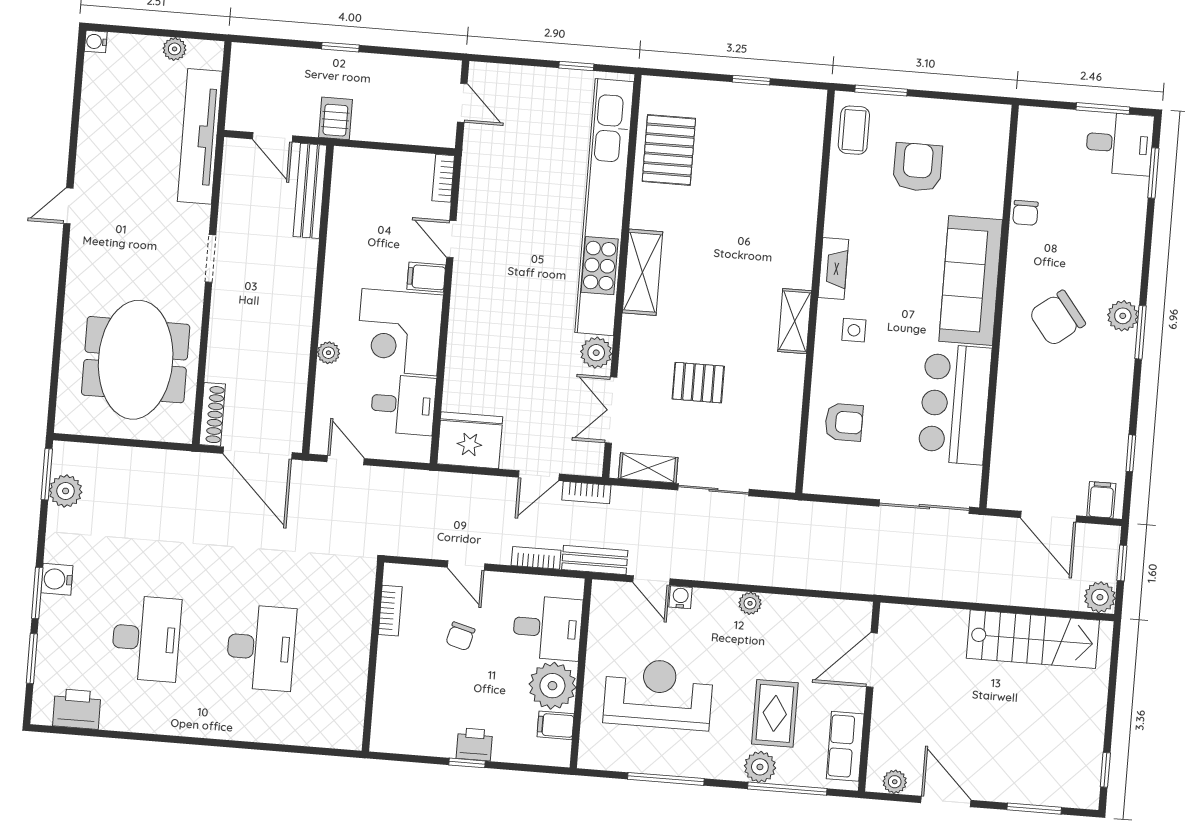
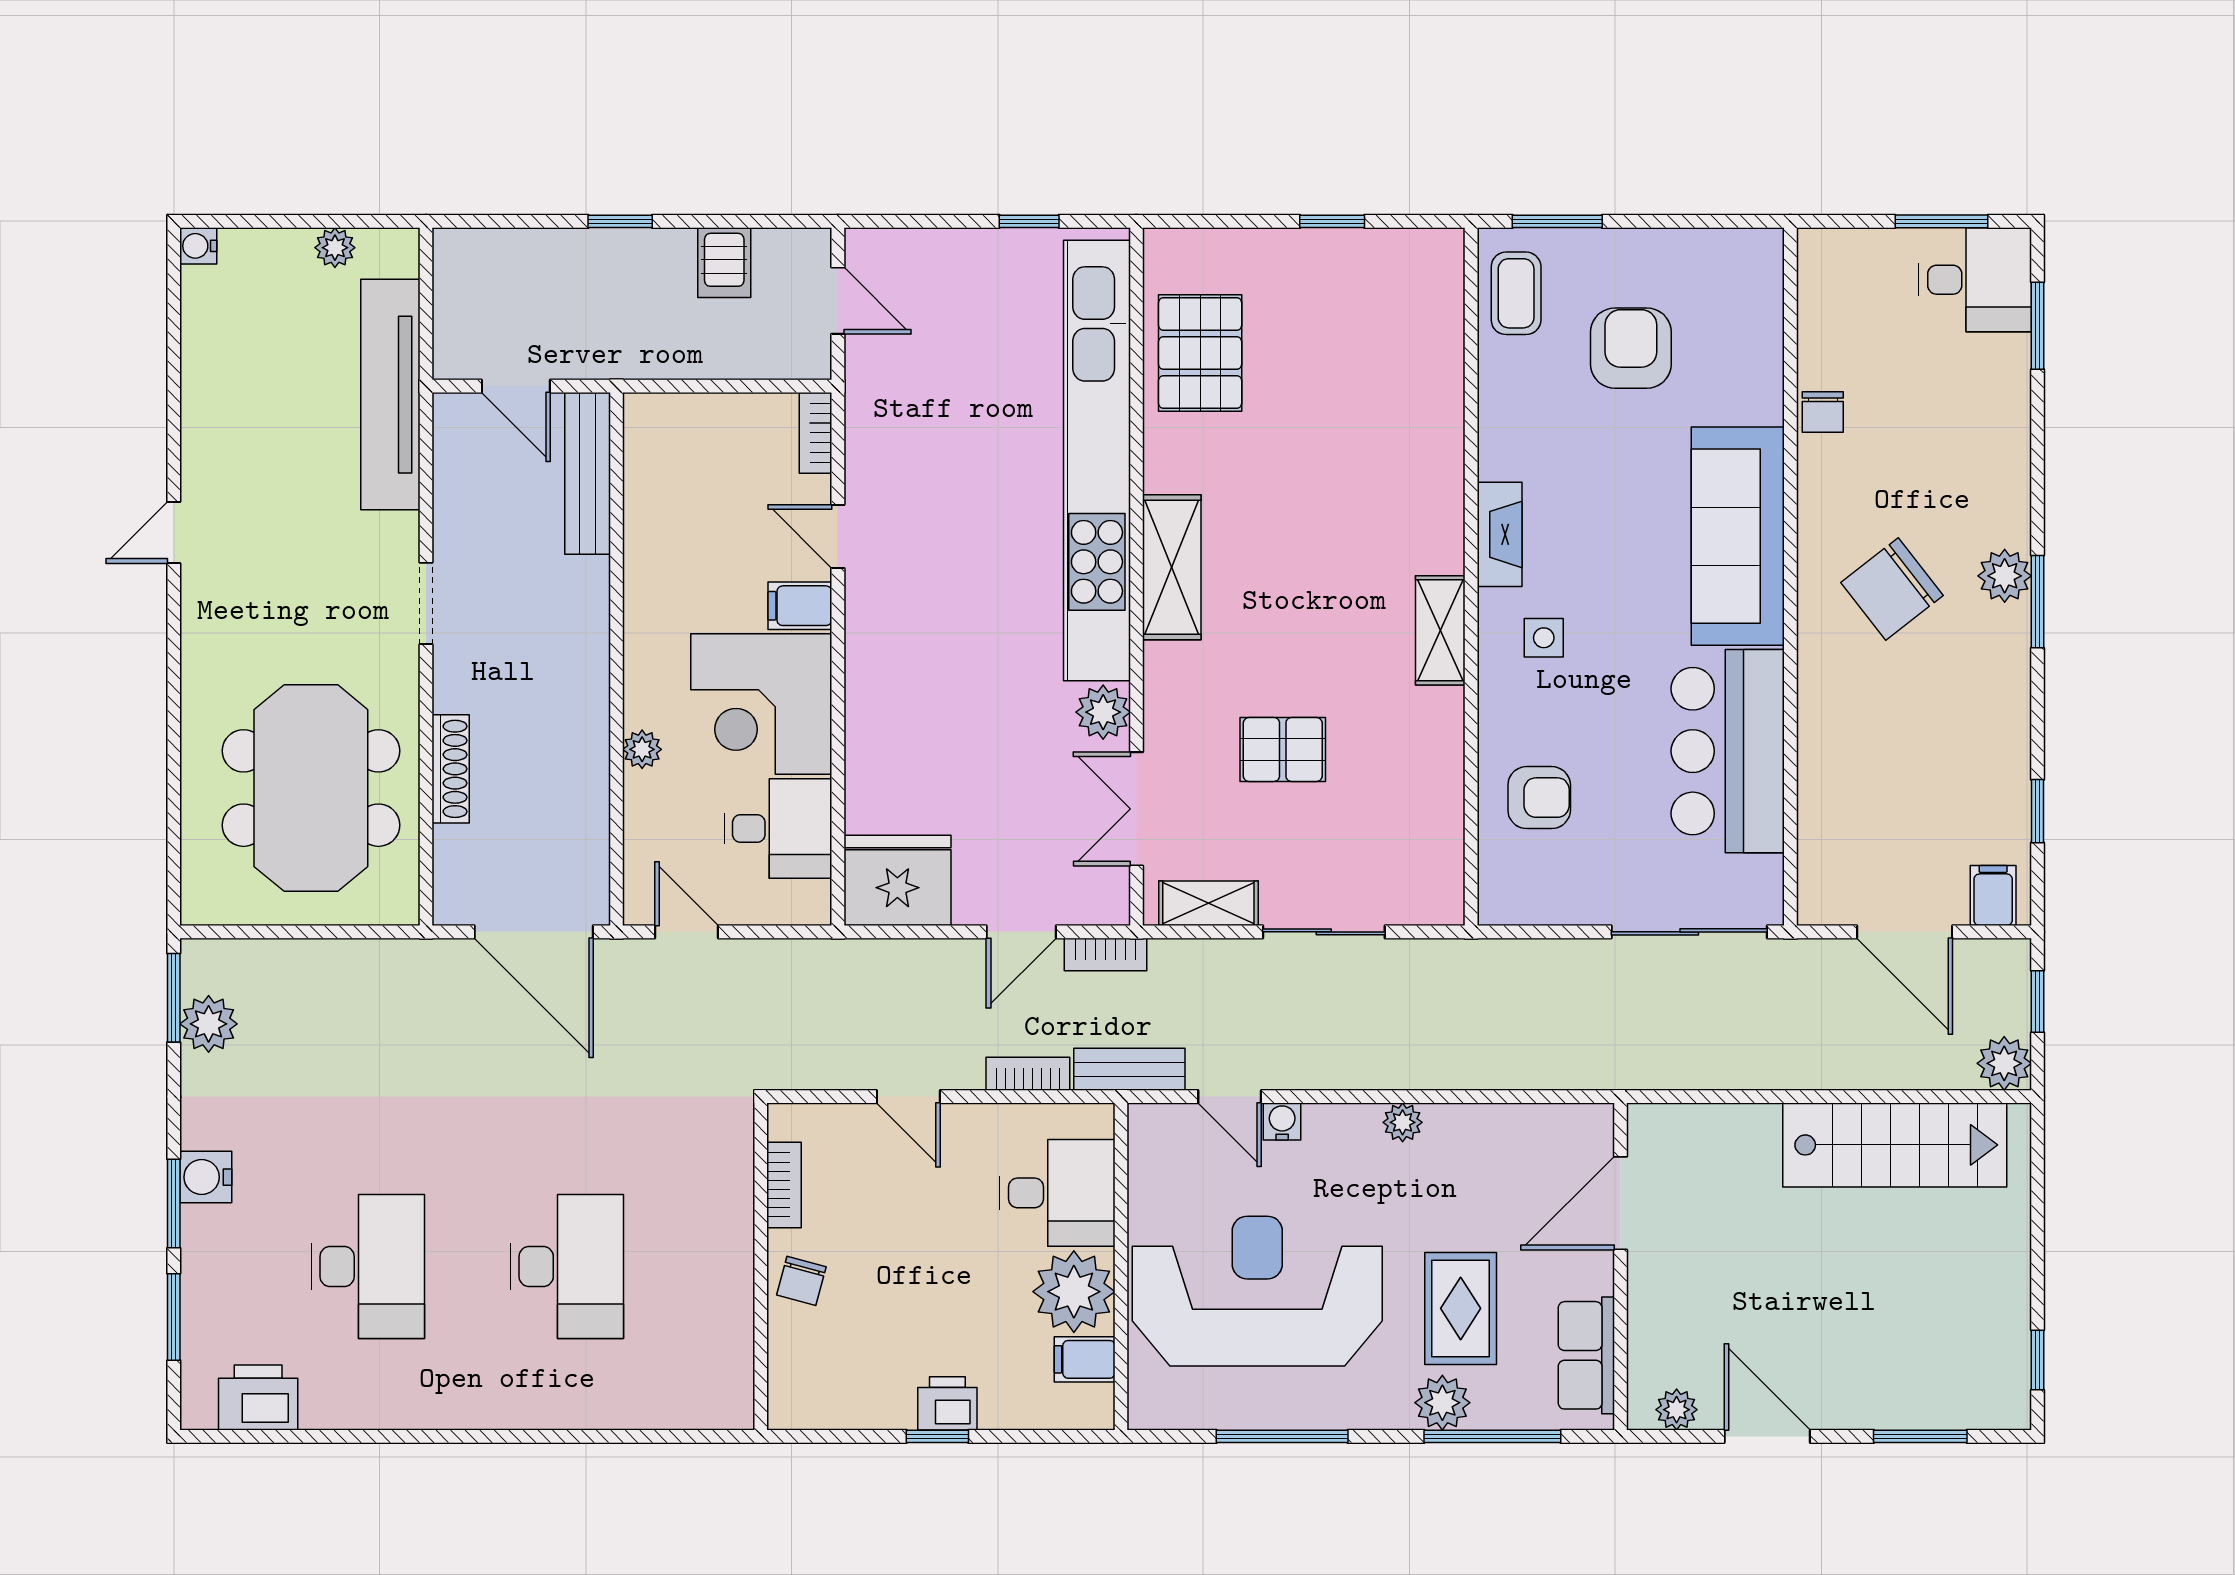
server rack: (336, 118) -> (724, 263), moved, turned 180
shoe rack: (212, 414) -> (451, 769), moved
chair: (460, 636) -> (801, 1281), moved
reception desk: (658, 694) -> (1257, 1291), width x1.36, depth x1.30

